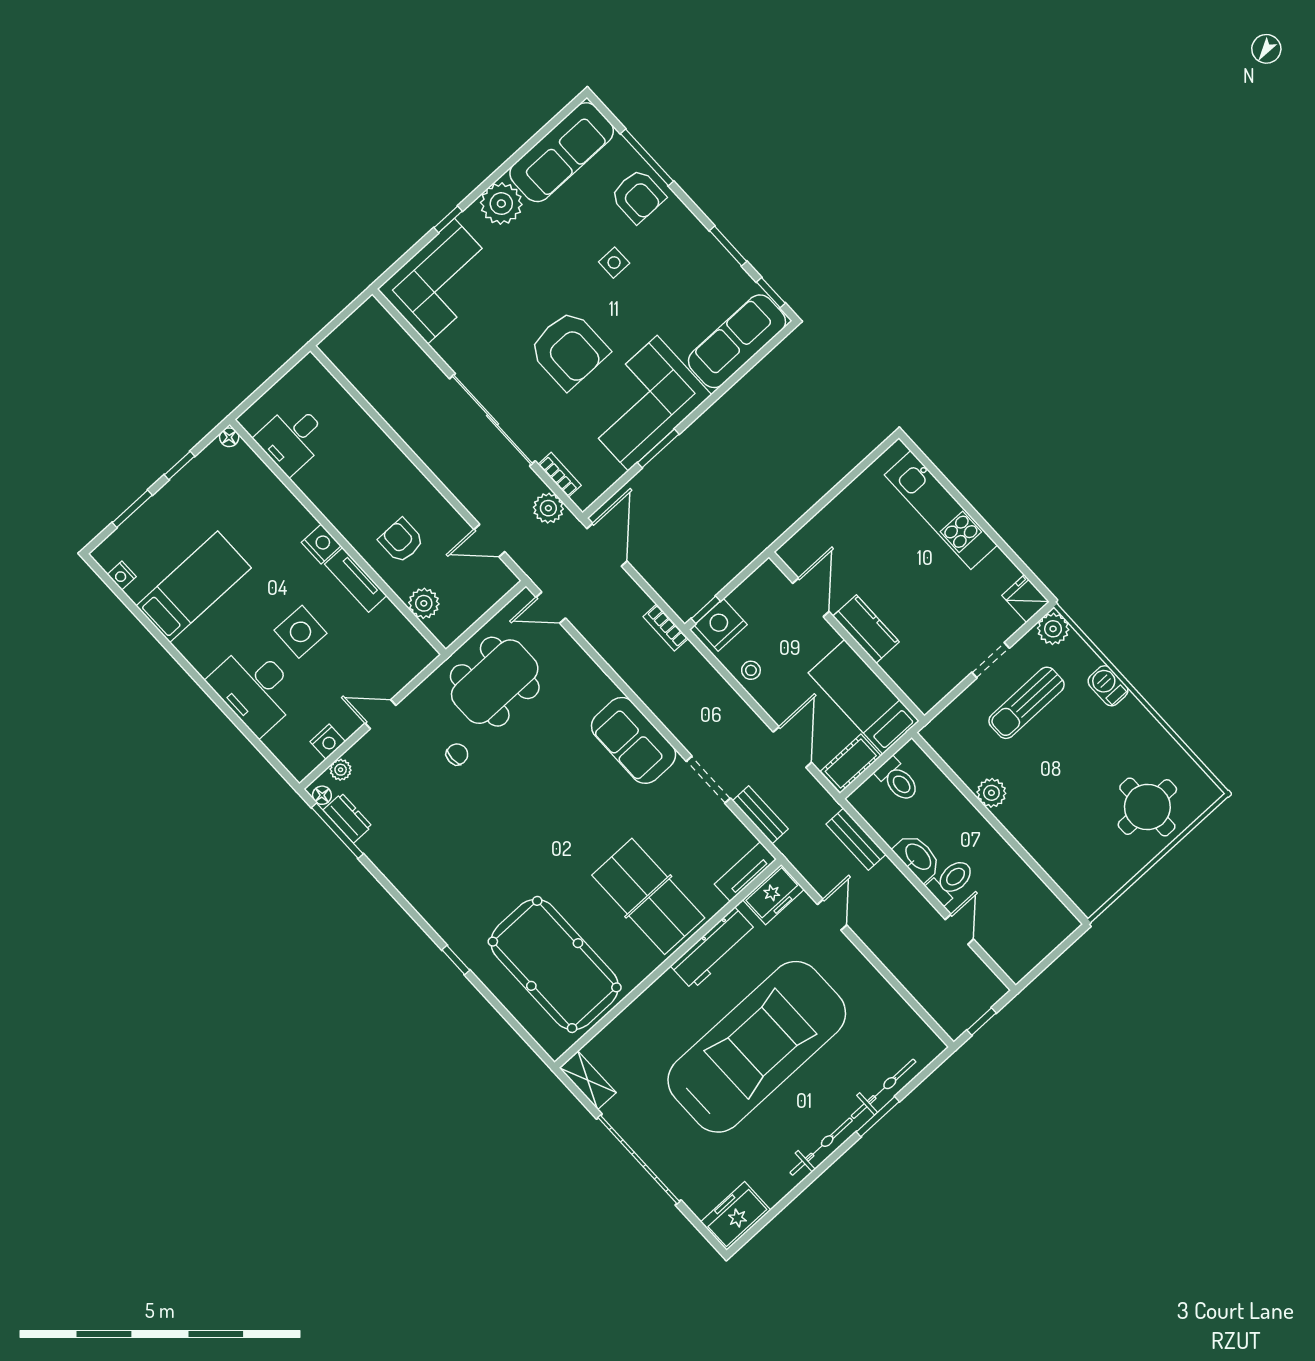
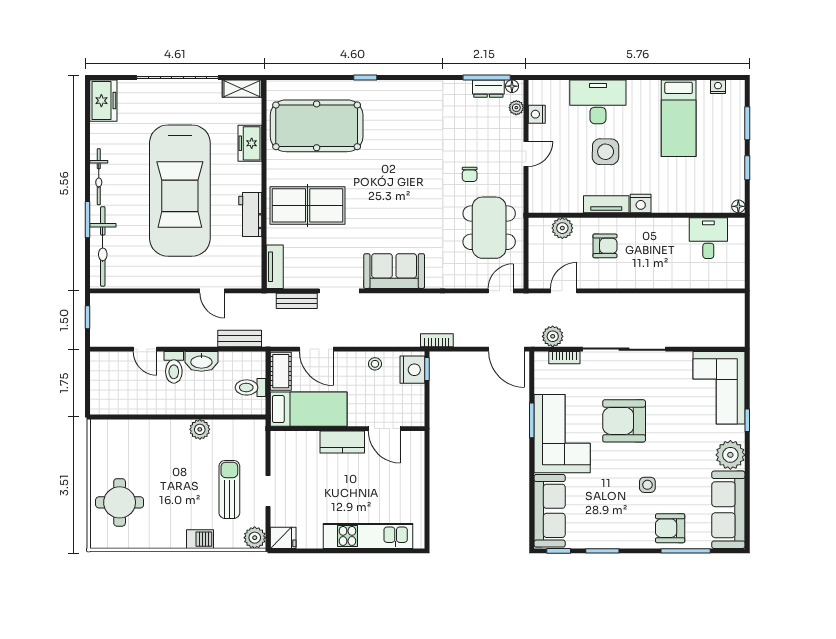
freezer: (773, 895) -> (250, 143), moved
workbench: (714, 948) -> (250, 215), width x0.73
bicycle: (884, 1089) -> (103, 246), width x1.37, depth x1.40

